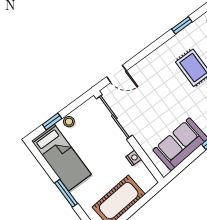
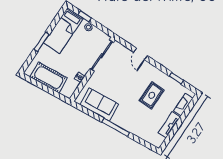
door: (116, 74) -> (140, 54), moved

